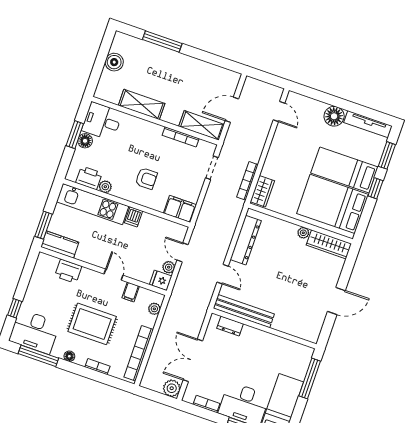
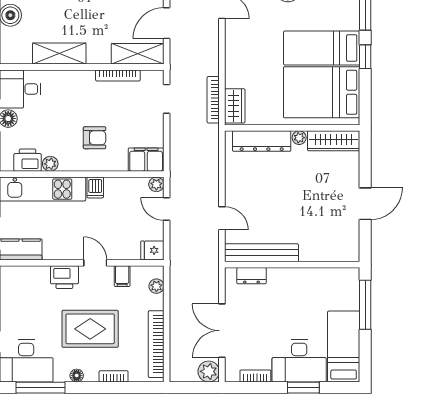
dresser: (246, 240) -> (262, 141), moved, turned 90
plant: (169, 267) -> (156, 184), moved
printer: (68, 271) -> (64, 277), moved

